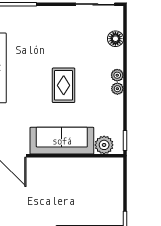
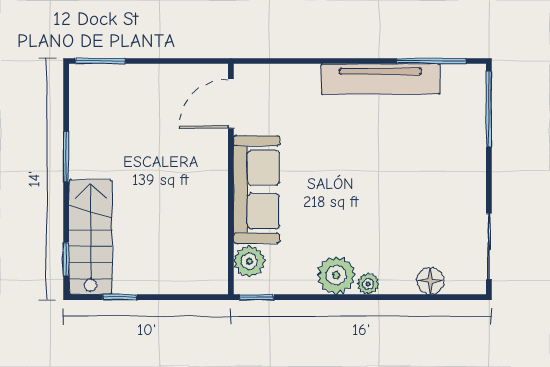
rug: (64, 85) -> (351, 192), removed
plant: (117, 89) -> (336, 275), width x1.87, depth x1.87

